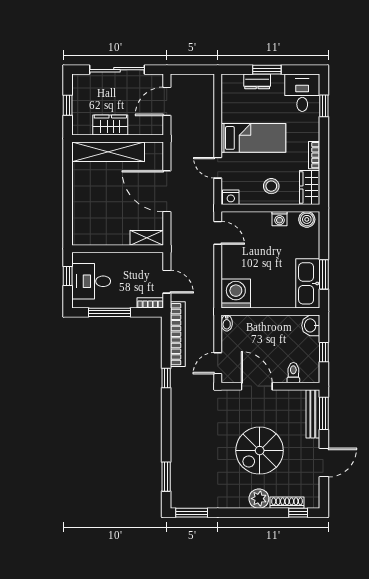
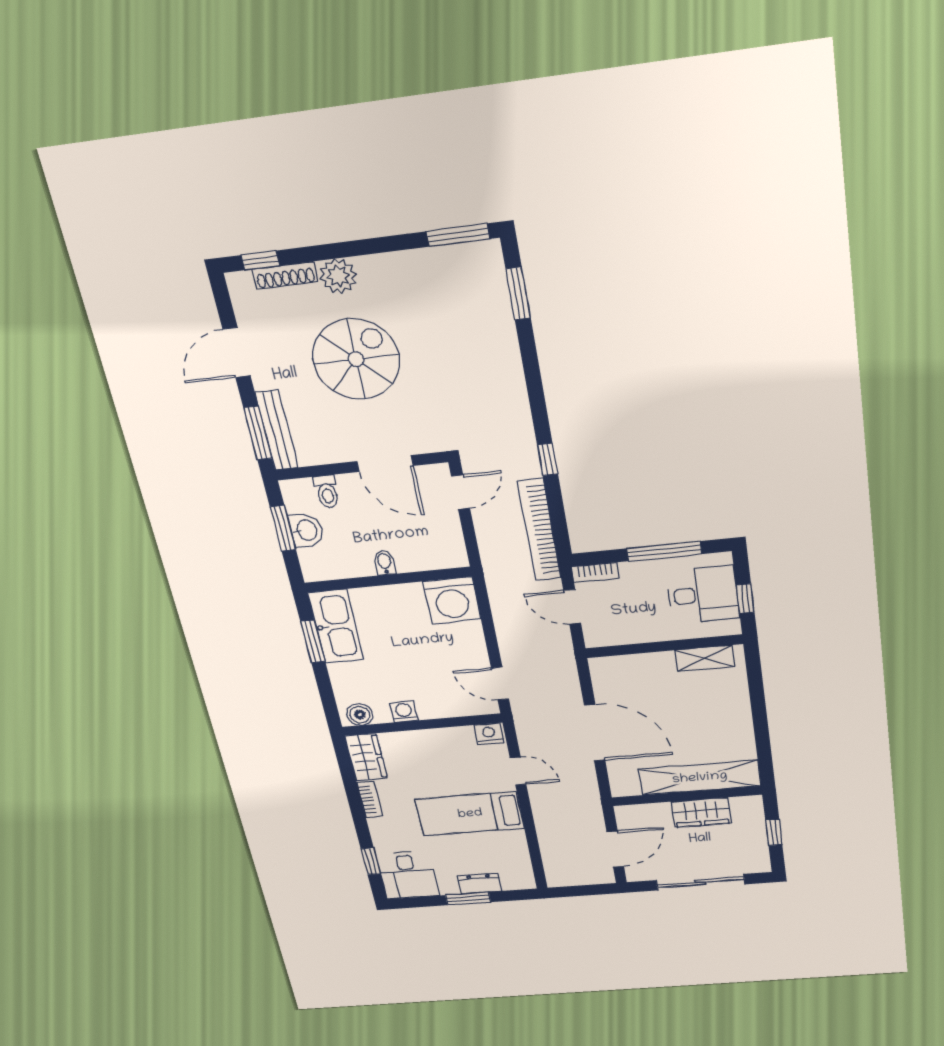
stool: (271, 186) -> (427, 754), removed
shelving: (147, 238) -> (705, 658), moved
bidet: (227, 323) -> (385, 563), moved
washbasin: (311, 325) -> (306, 530), moved
window: (324, 352) -> (283, 528), width x1.50

